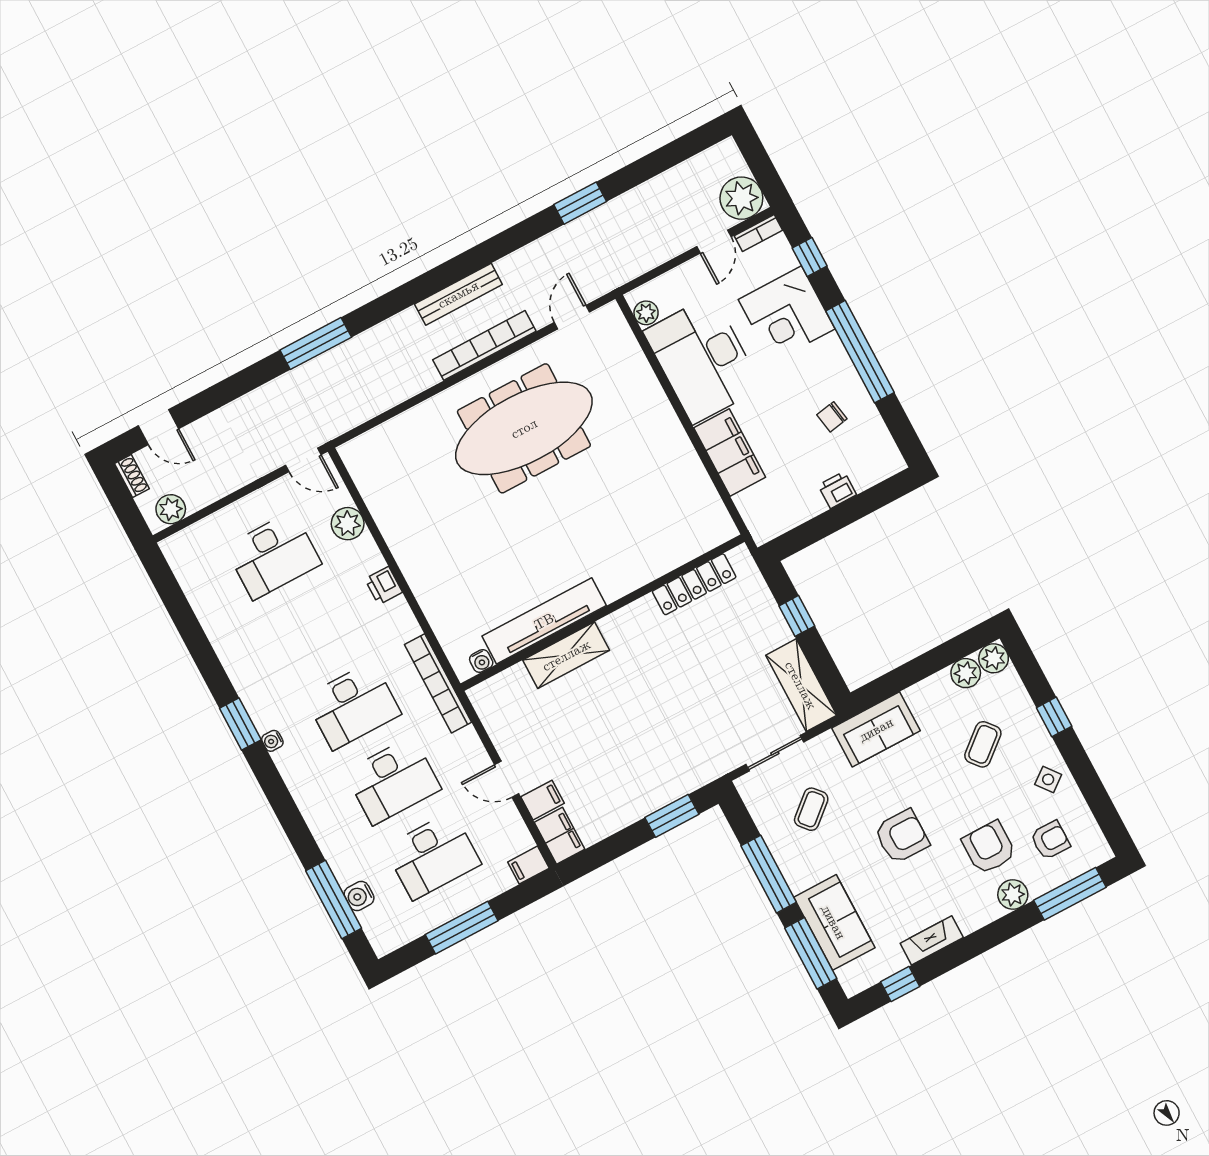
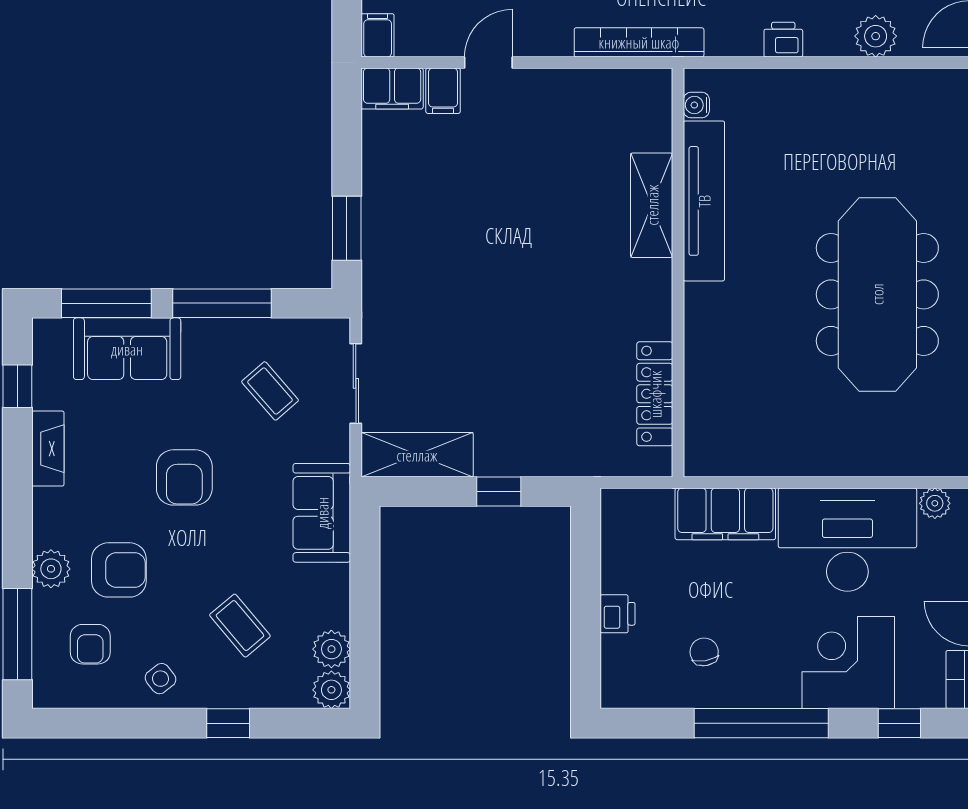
locker: (694, 584) -> (655, 394), moved
wall: (603, 613) -> (678, 272), moved
tv unit: (544, 621) -> (704, 201), moved
shelving: (566, 655) -> (652, 205), moved
water cooler: (481, 661) -> (696, 105), moved

